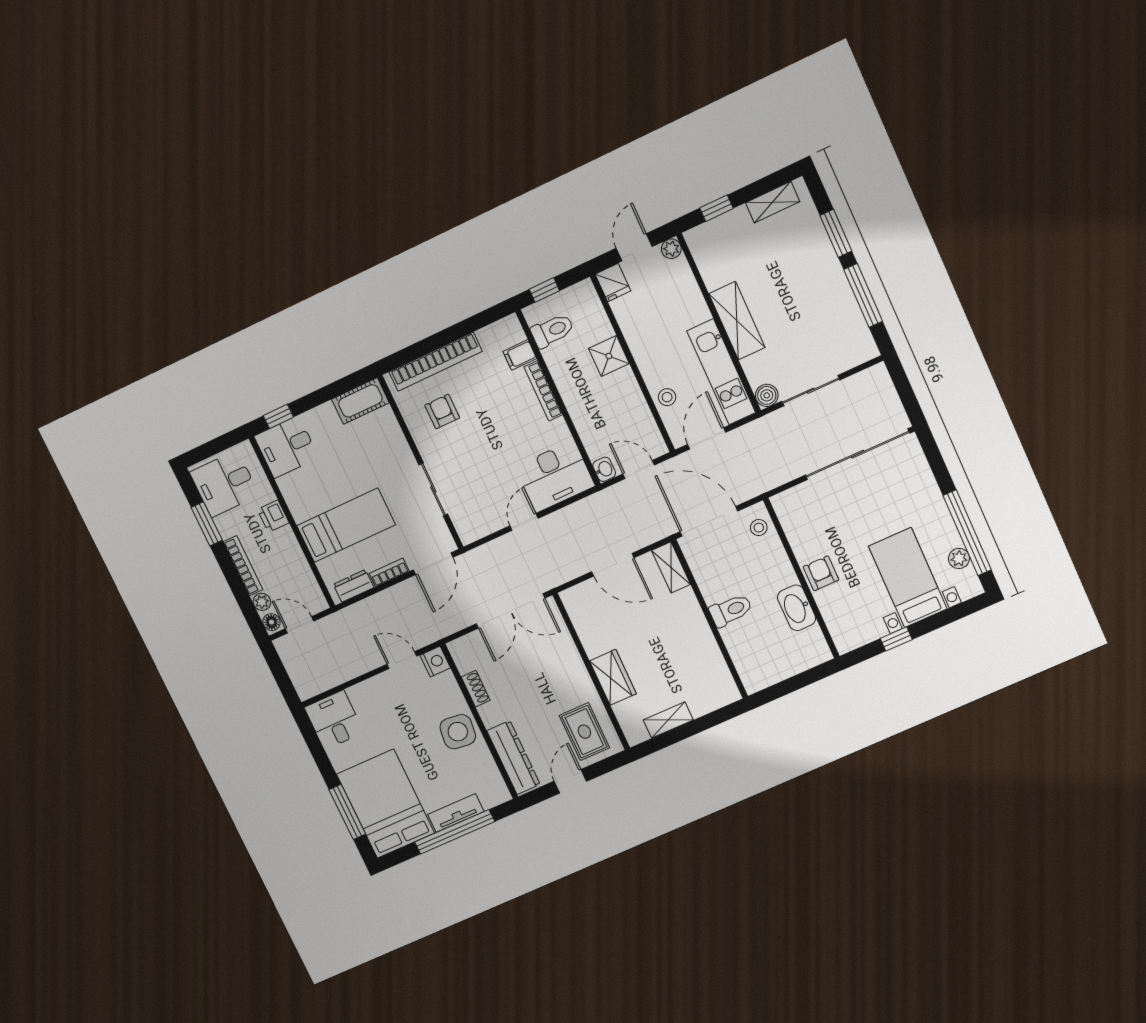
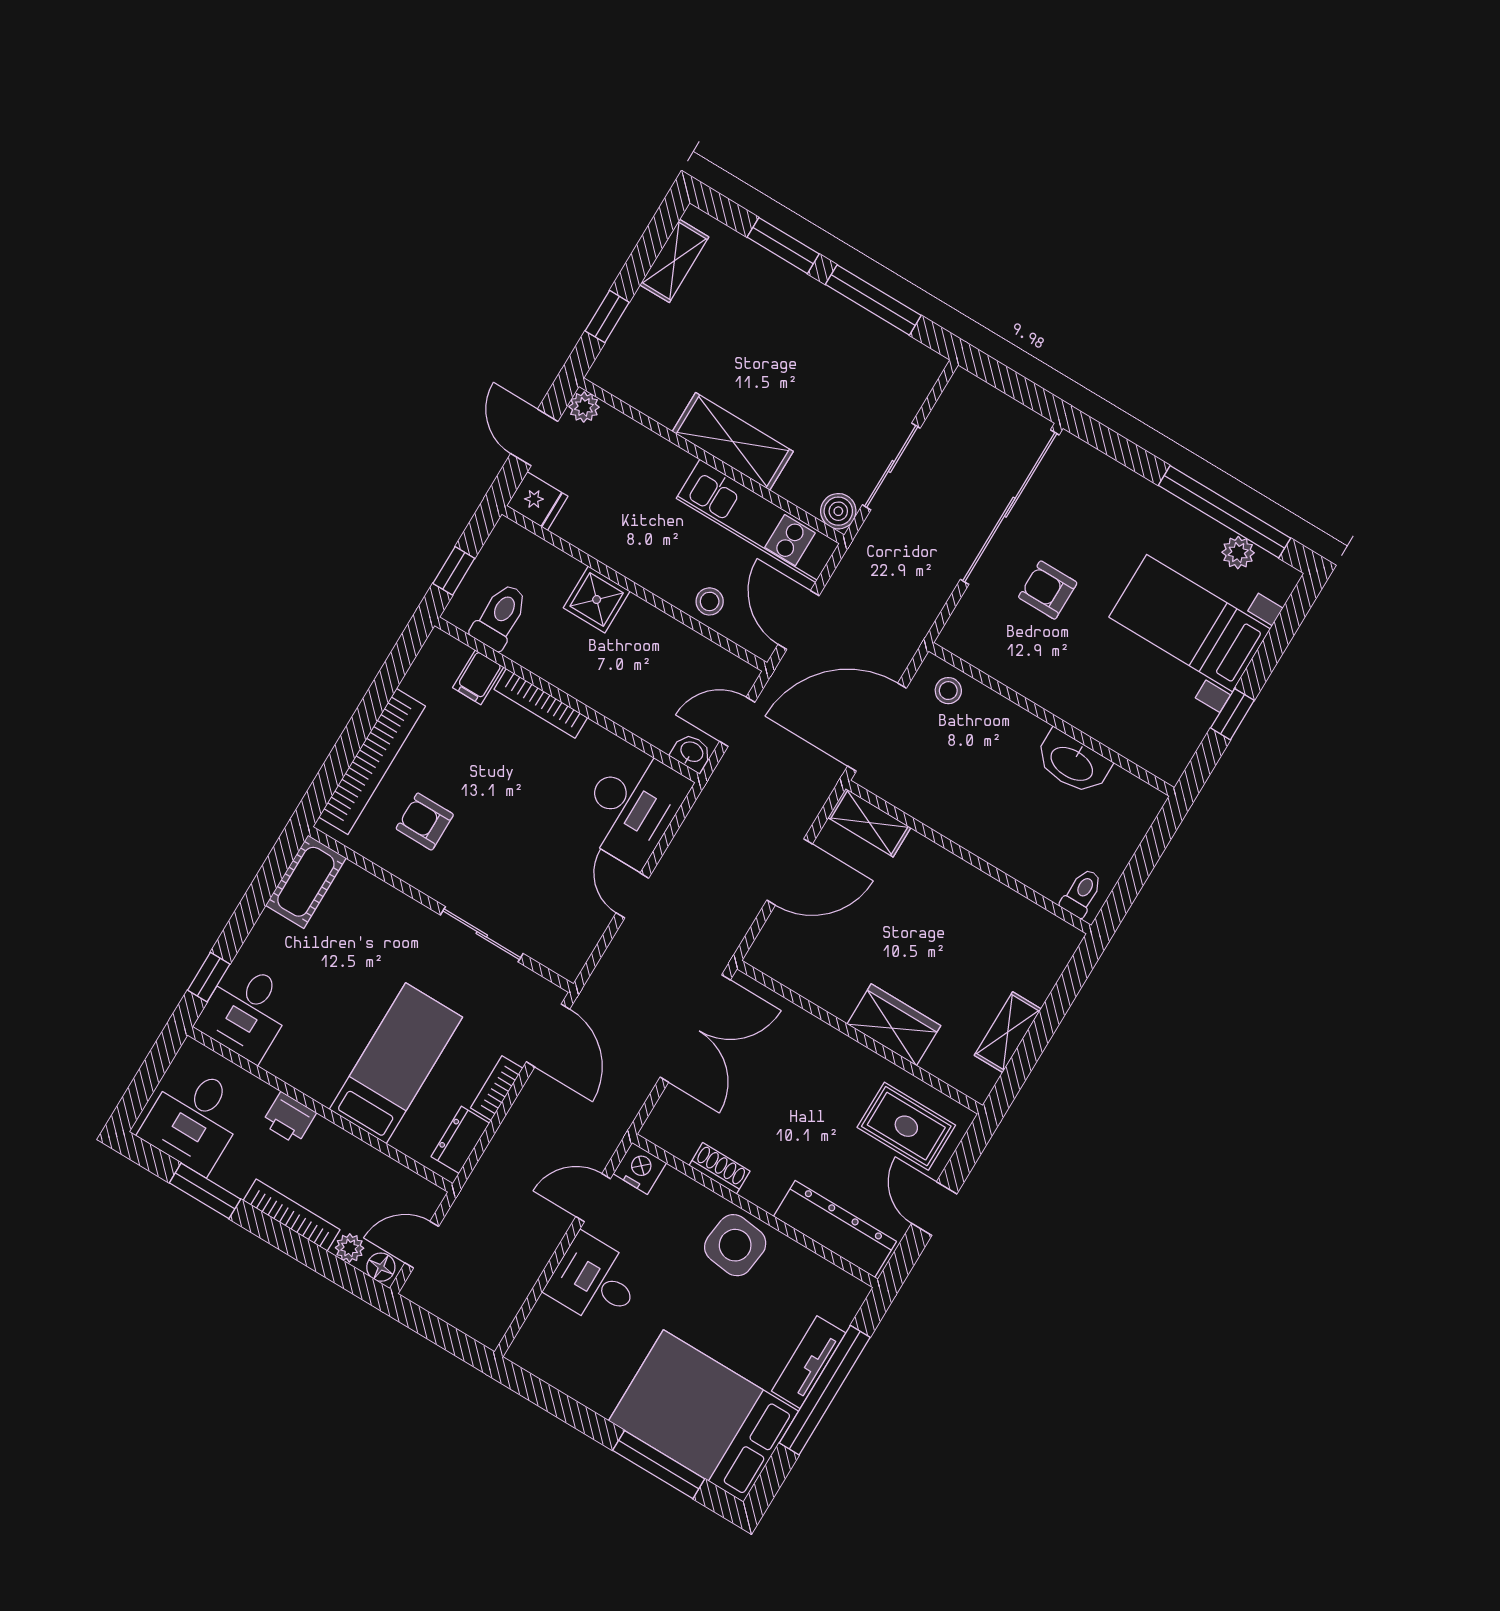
armchair: (821, 573) -> (1048, 590), moved
toilet: (731, 610) -> (1082, 893), moved, width x0.73, depth x0.72
desk: (334, 720) -> (595, 1281), moved

